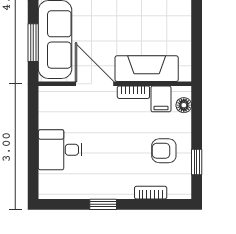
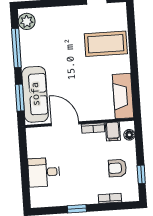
fireplace: (147, 69) -> (123, 96), moved, turned -90

